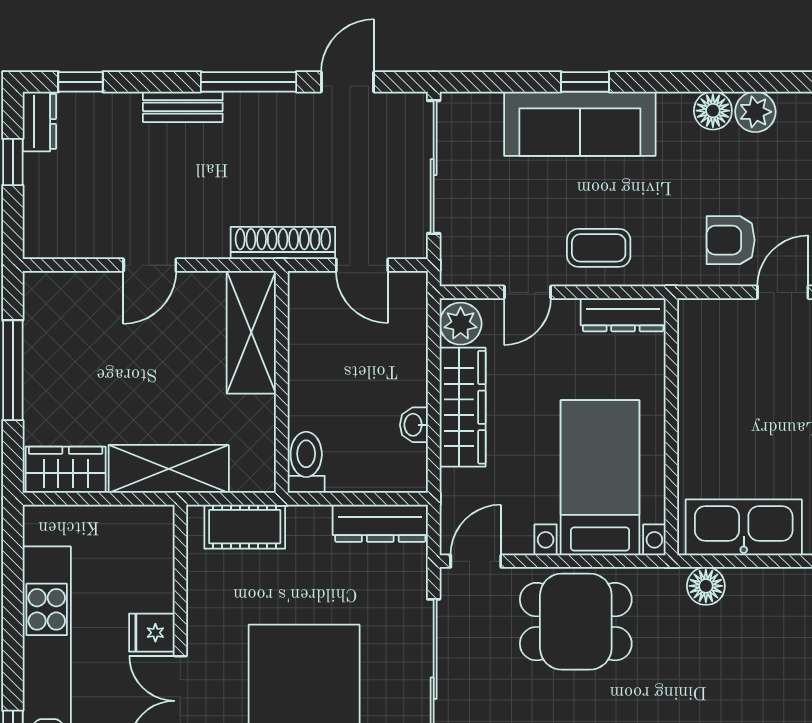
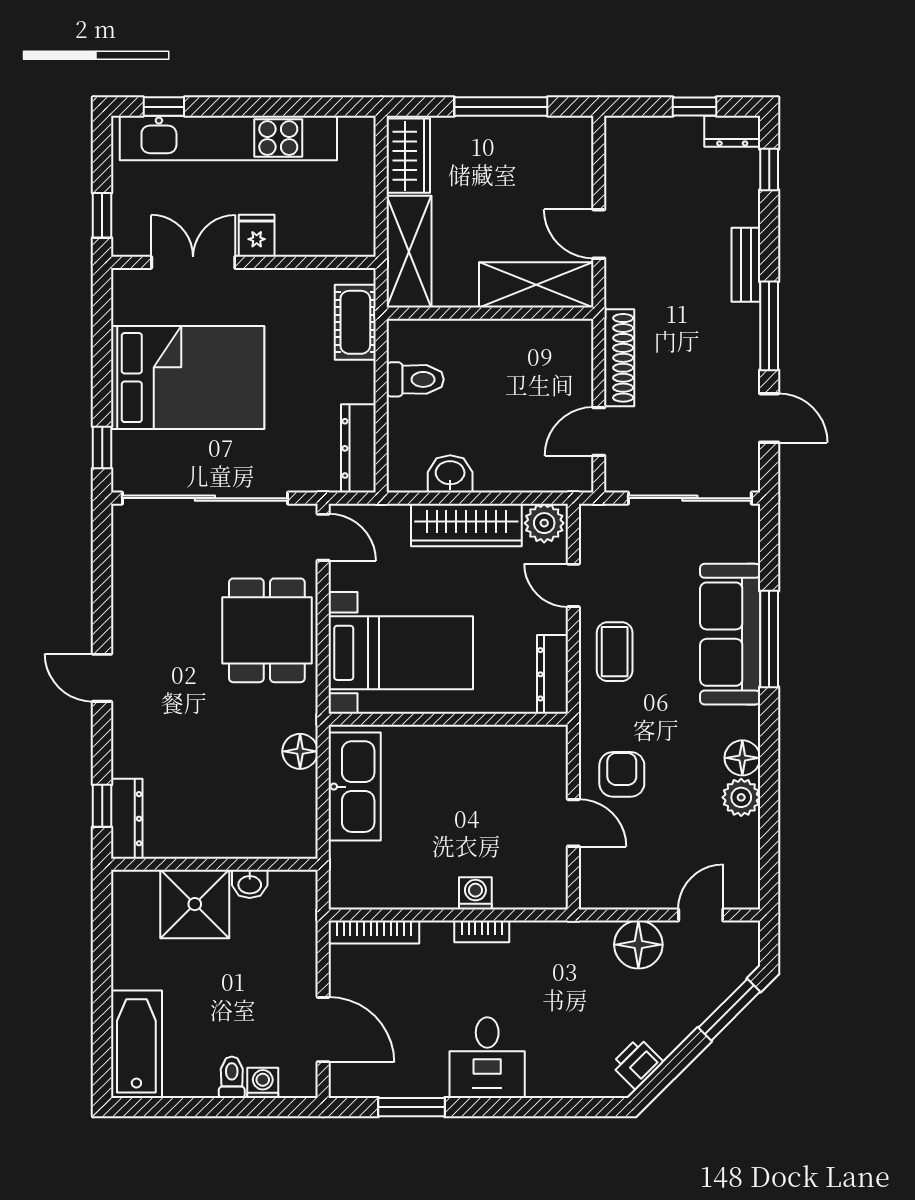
window: (585, 82) -> (769, 639), width x2.17
shelving: (251, 332) -> (536, 285), moved
wall: (282, 382) -> (490, 313), moved
washbasin: (414, 425) -> (450, 474), width x1.38, depth x1.45

